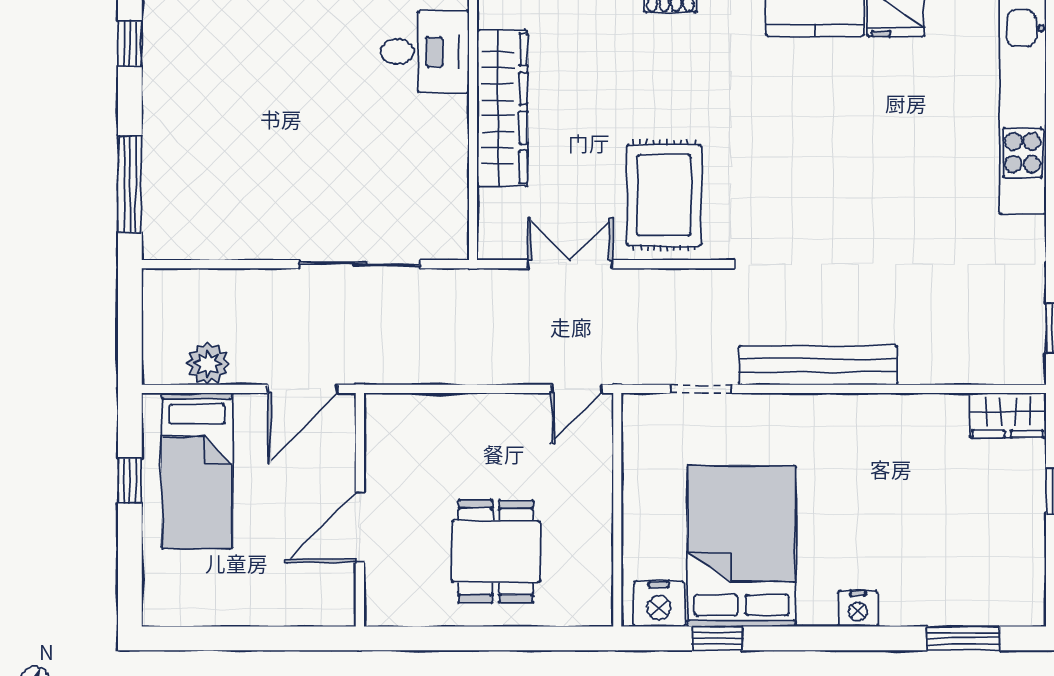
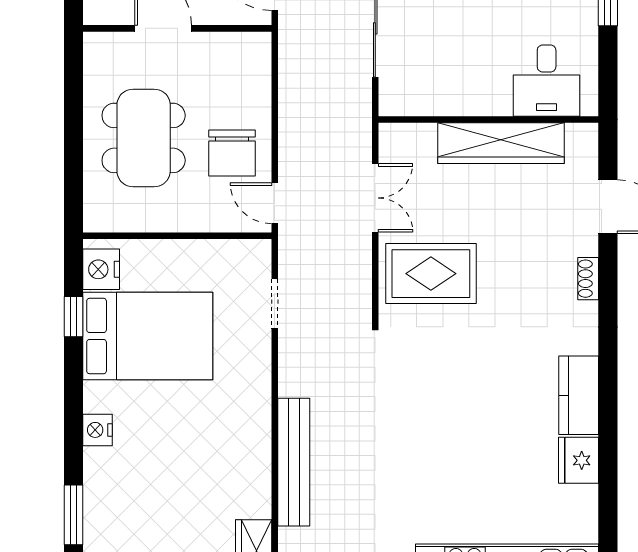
bench: (818, 365) -> (294, 462), moved
chair: (514, 442) -> (232, 153), added
dining table: (496, 551) -> (144, 138), width x1.38

